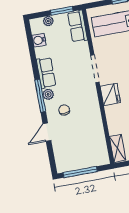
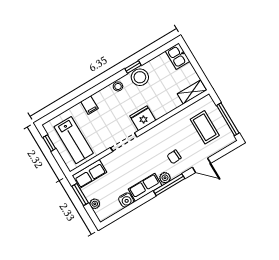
water cooler: (39, 40) -> (126, 200), moved
coffee table: (81, 148) -> (205, 127), added

